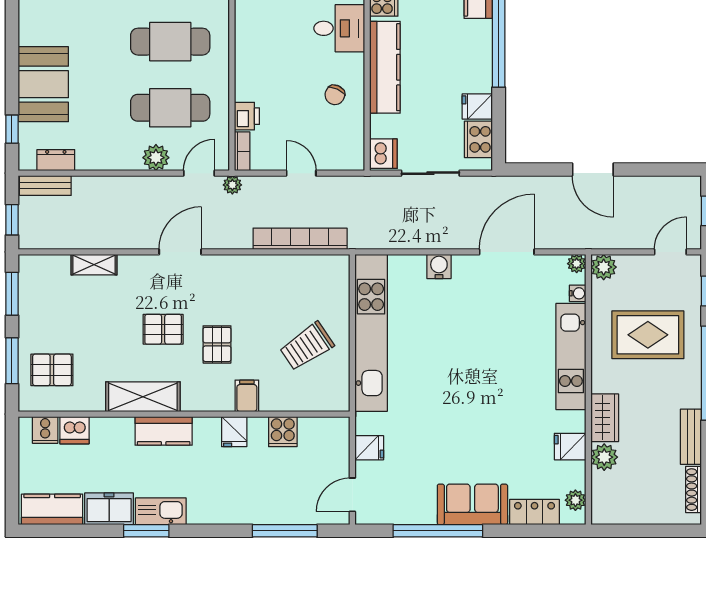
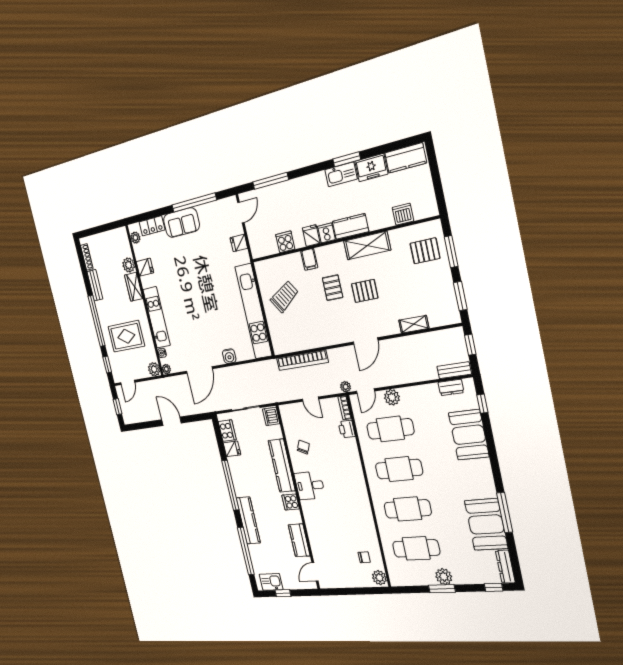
cooker: (45, 430) -> (326, 233), moved

